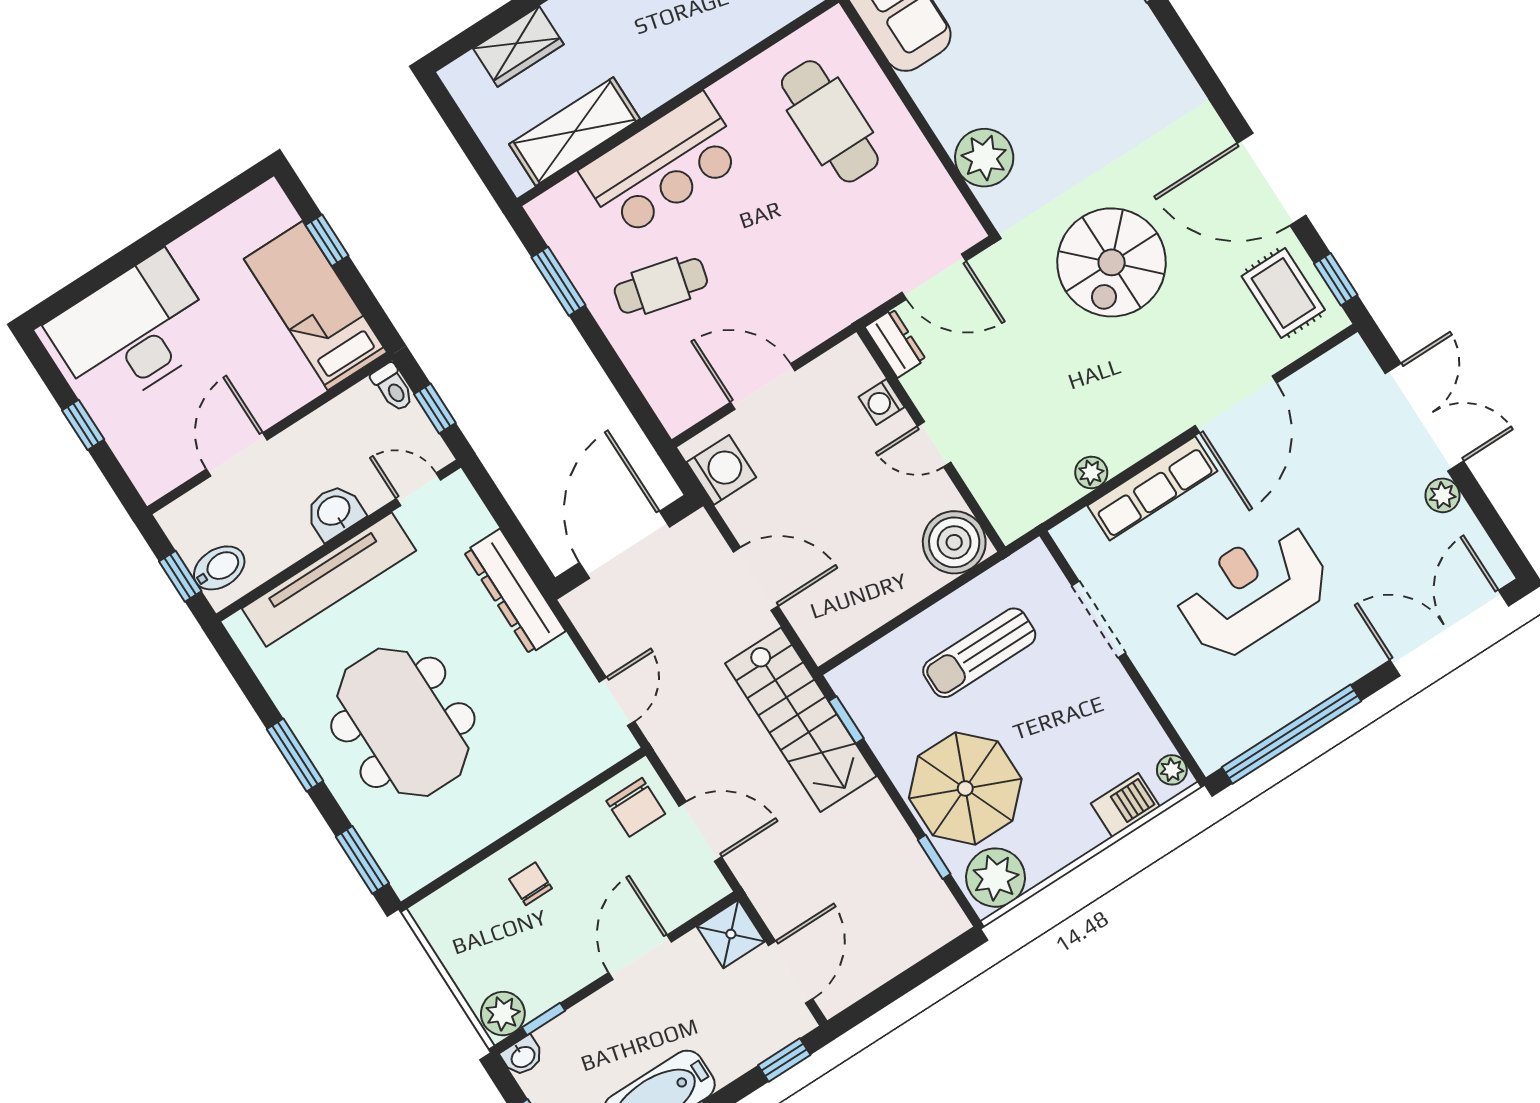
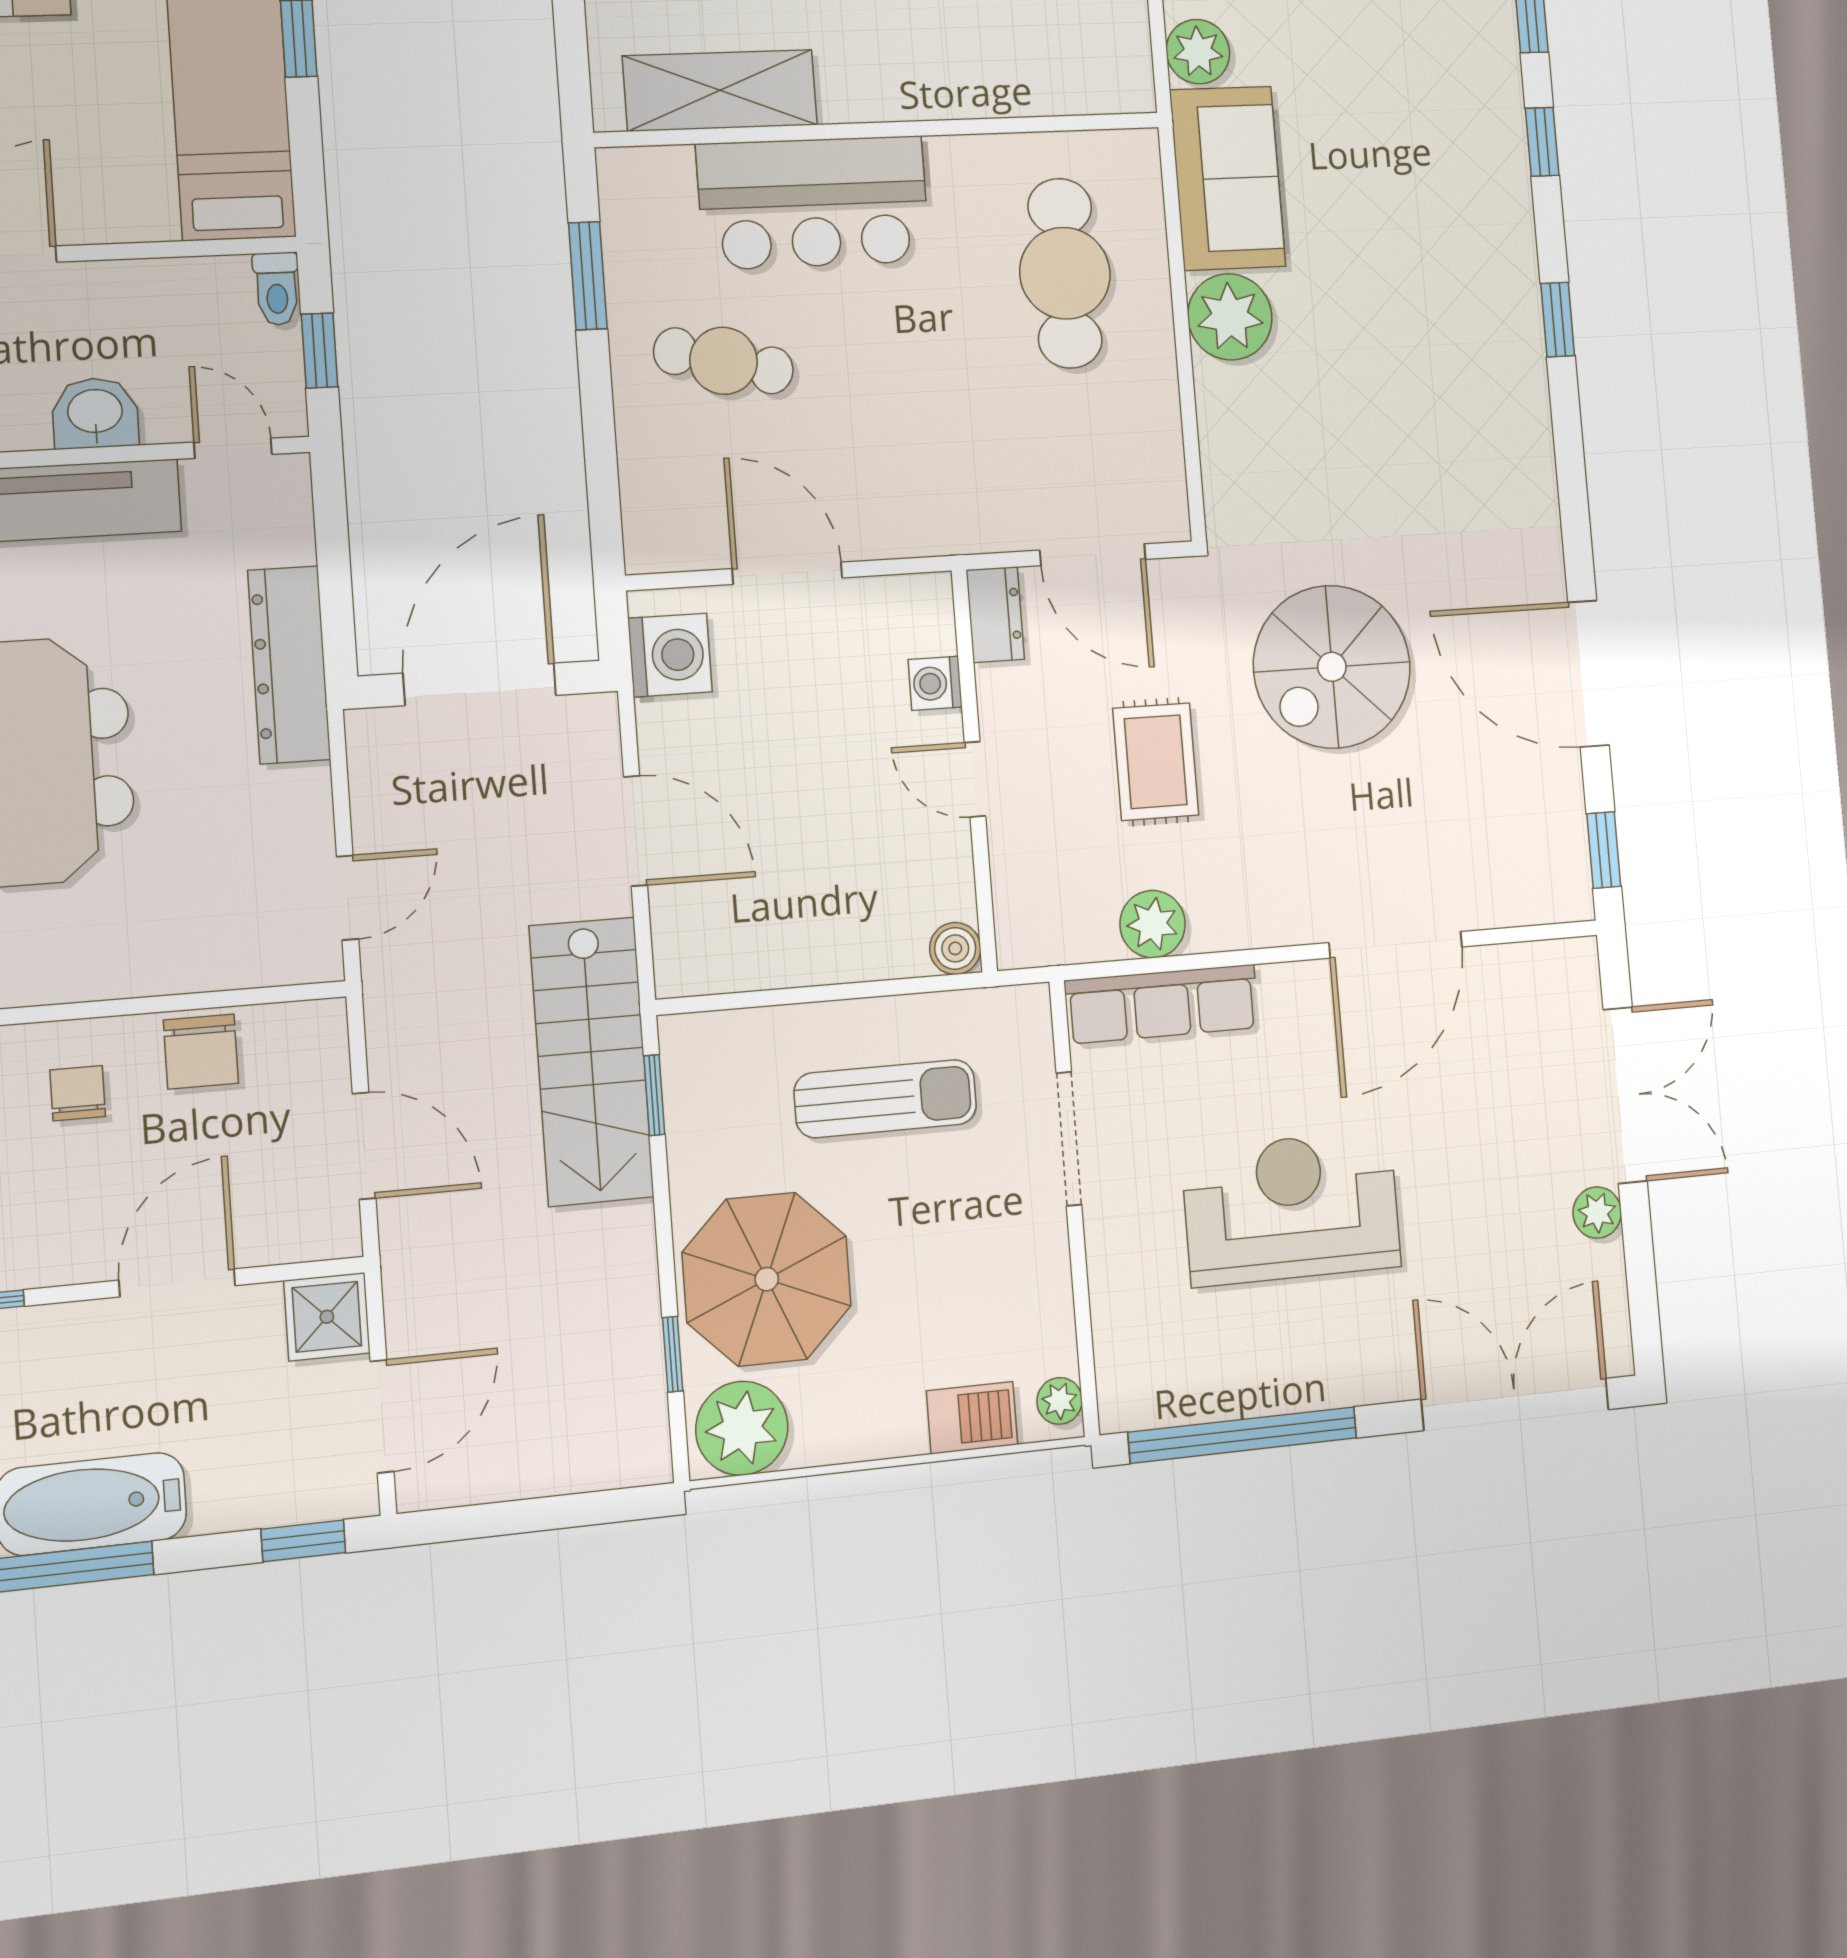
plant: (984, 158) -> (1230, 317), moved
rug: (1283, 293) -> (1156, 762), moved
plant: (1091, 472) -> (1153, 924), width x1.38, depth x1.38
row of seats: (1152, 488) -> (1162, 1004), moved
boiler: (954, 542) -> (955, 948), width x0.54, depth x0.54
sun lounger: (979, 653) -> (885, 1099), turned 180
chair: (636, 807) -> (201, 1052), moved

